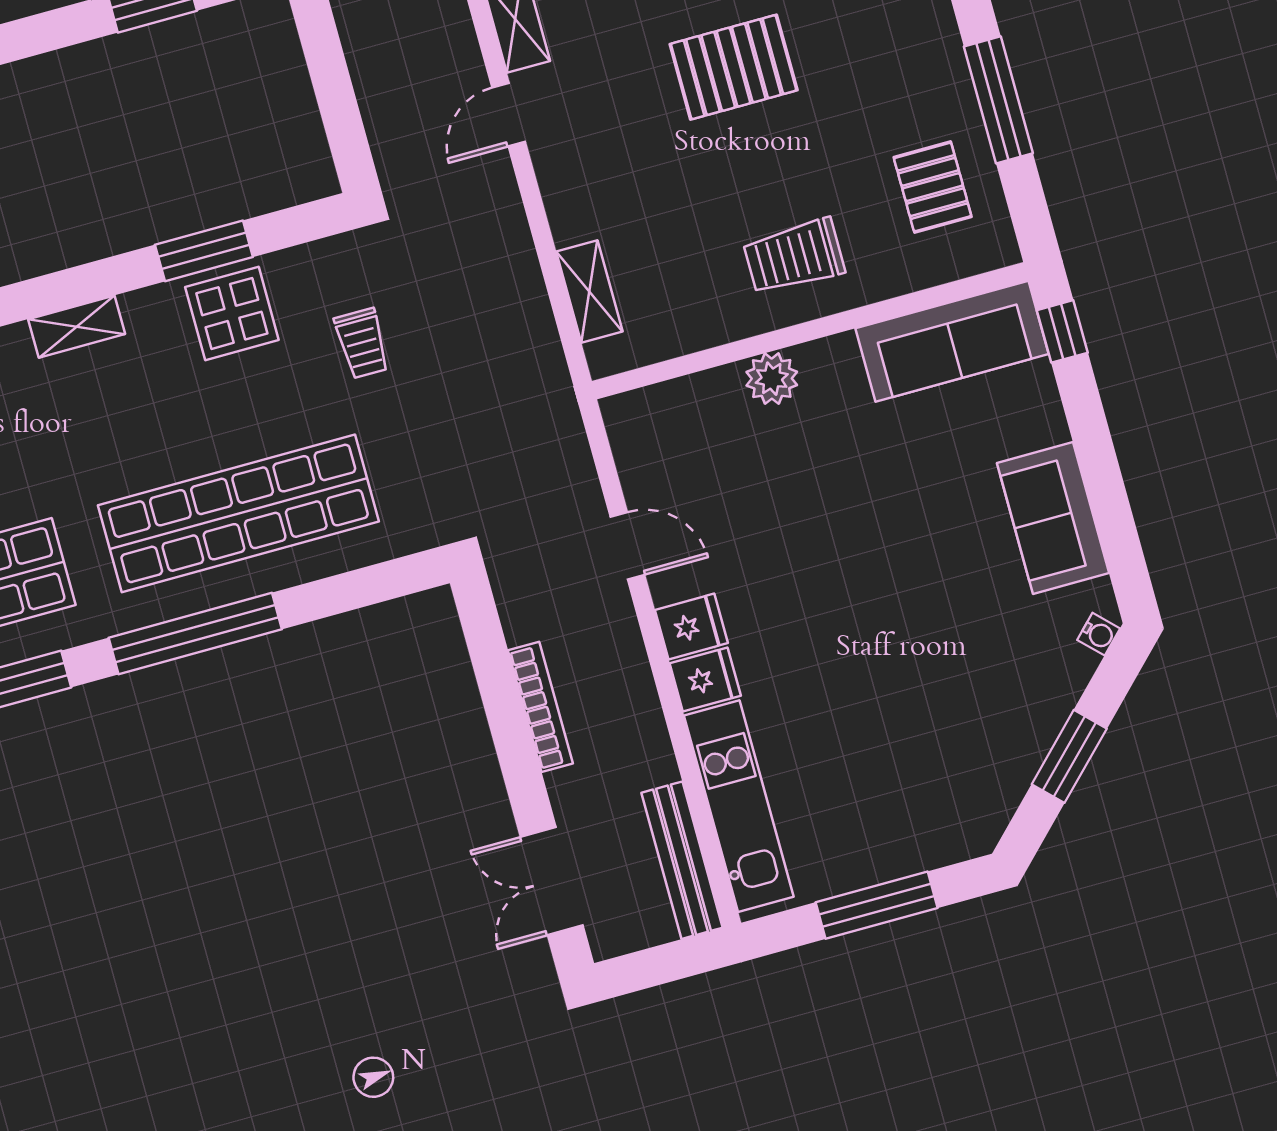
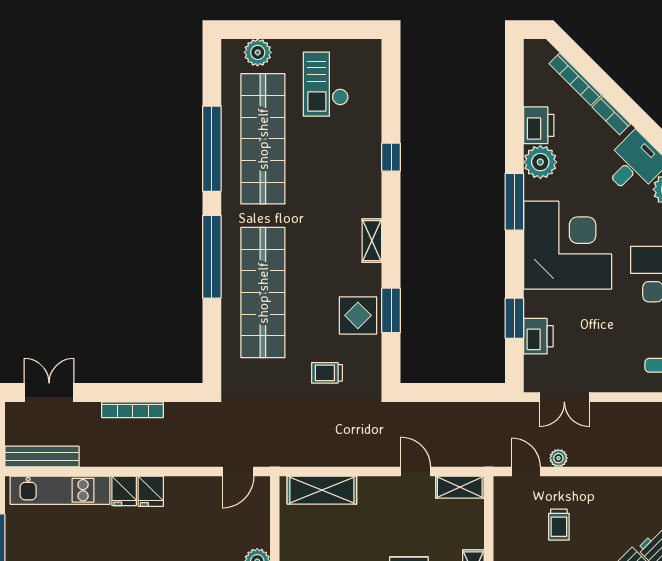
shelving: (589, 291) -> (322, 490), width x1.50, depth x1.33
door: (627, 546) -> (238, 472), moved

